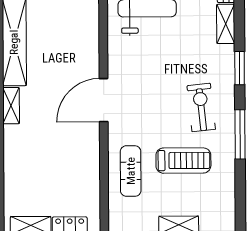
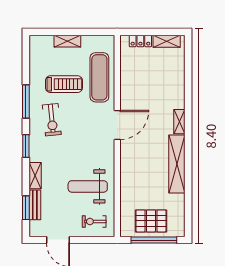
treadmill: (183, 161) -> (64, 84), turned 180
exercise mat: (131, 171) -> (99, 77), width x1.36, depth x1.45

